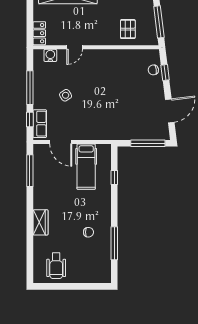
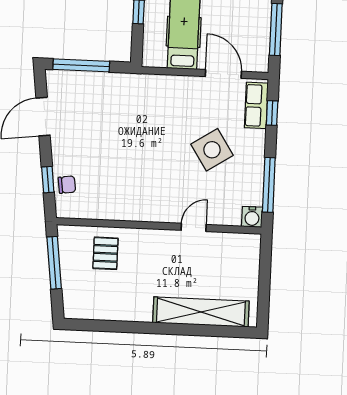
locker: (39, 33) -> (250, 253), removed
water cooler: (50, 55) -> (252, 217), moved
window: (30, 88) -> (269, 185), moved
side table: (66, 95) -> (212, 150), width x1.87, depth x1.87

